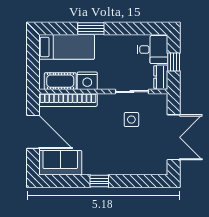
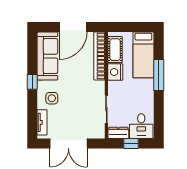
window: (91, 29) -> (159, 75), width x1.44
side table: (131, 120) -> (52, 98), moved
sofa: (60, 163) -> (47, 56), width x1.36
tv unit: (148, 169) -> (42, 122), added

